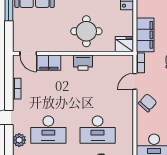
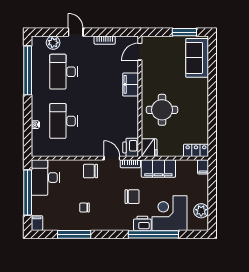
filing cabinet: (49, 63) -> (131, 84), moved
printer: (83, 63) -> (131, 147), moved
chair: (148, 103) -> (90, 171), turned 138

